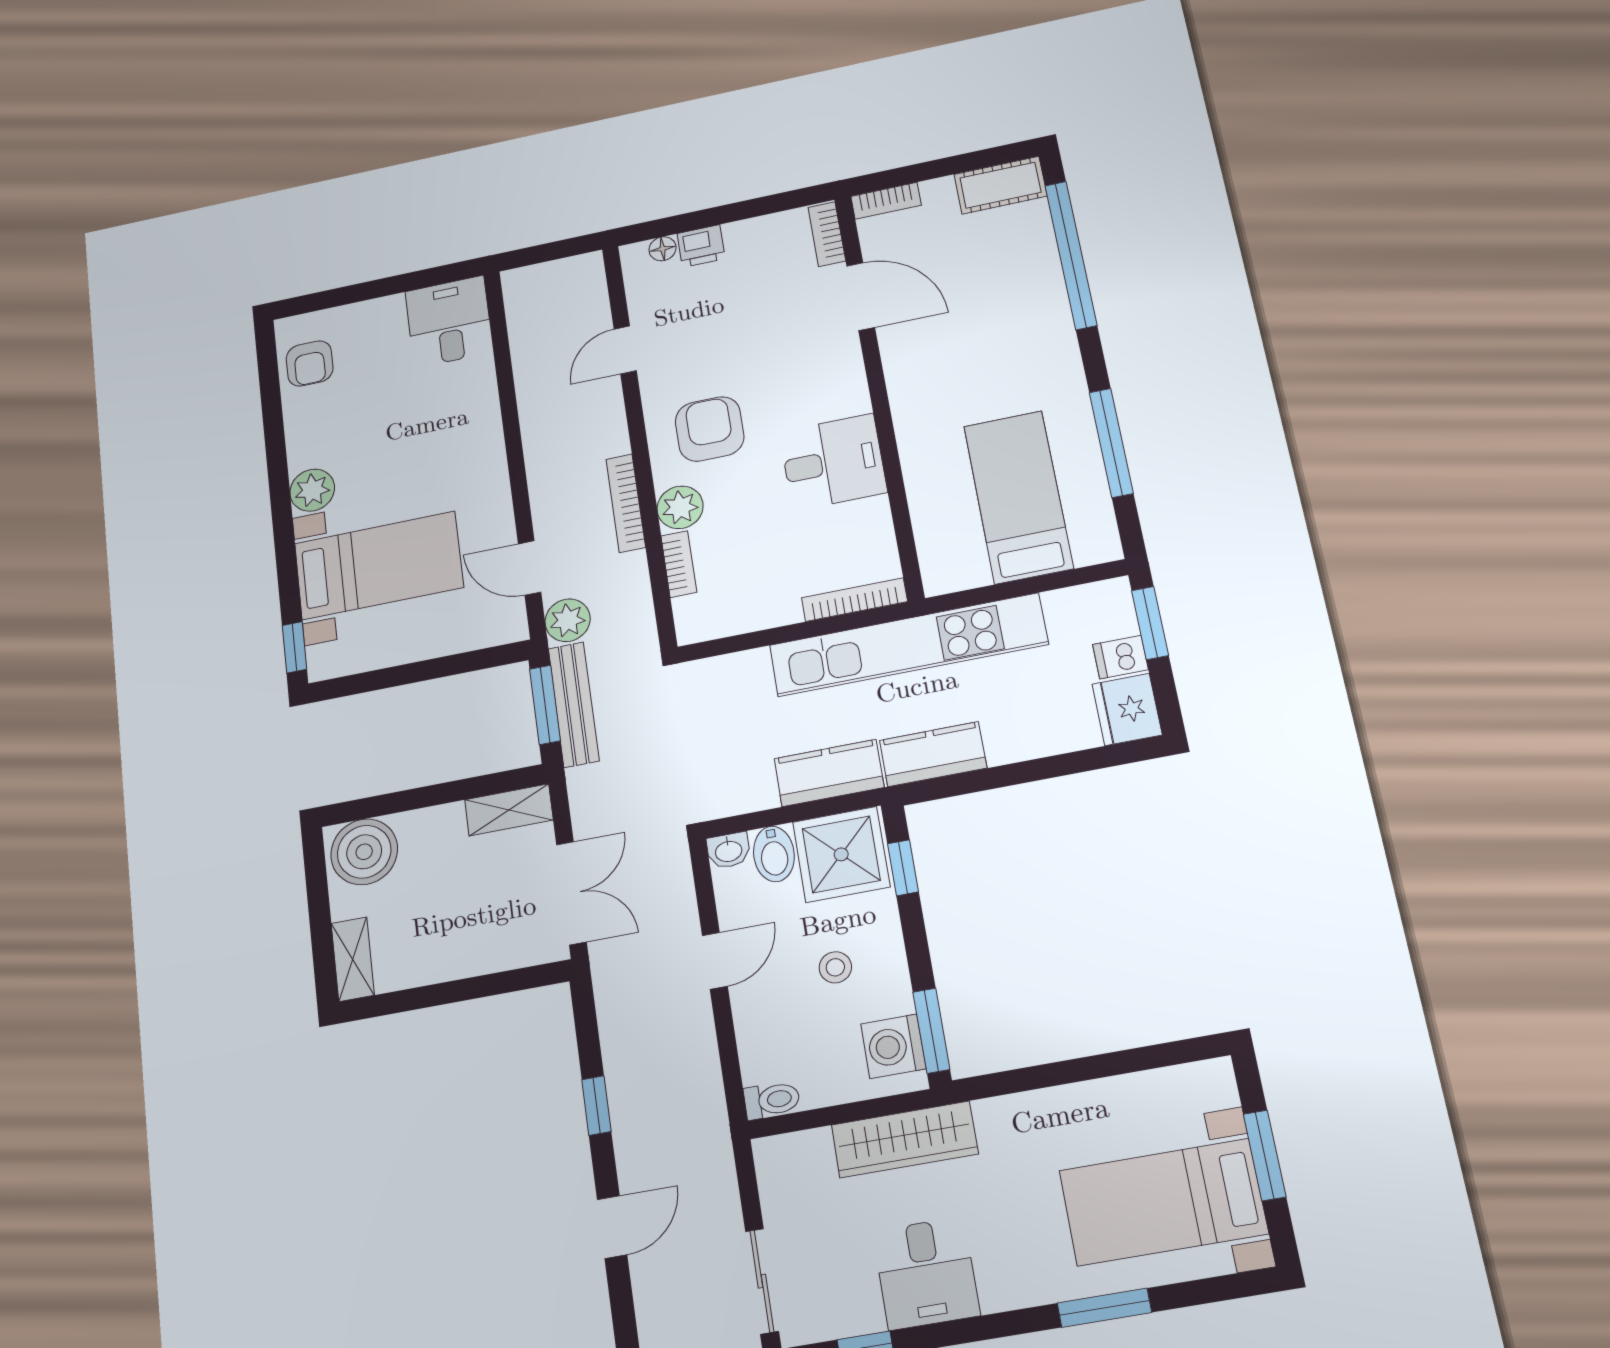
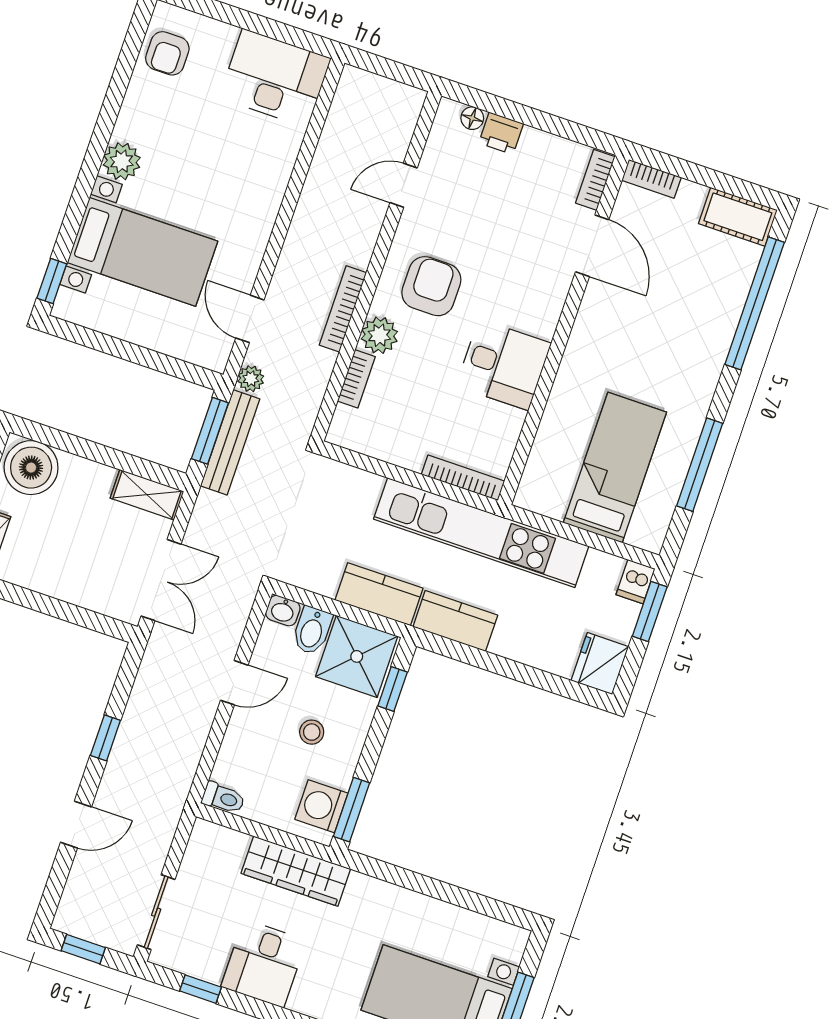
desk: (449, 322) -> (275, 78), width x1.37
plant: (568, 620) -> (251, 379), width x0.73, depth x0.73
dishwasher: (1120, 657) -> (636, 582), moved, turned -90

